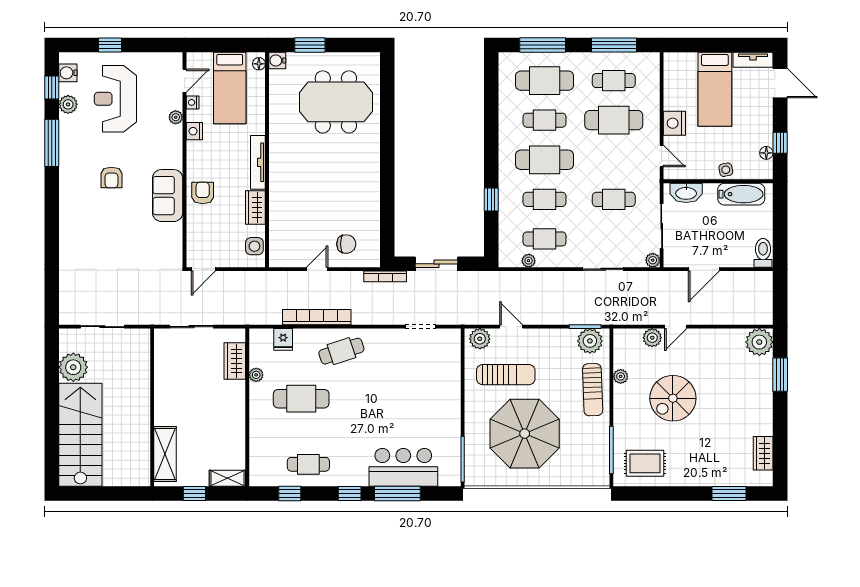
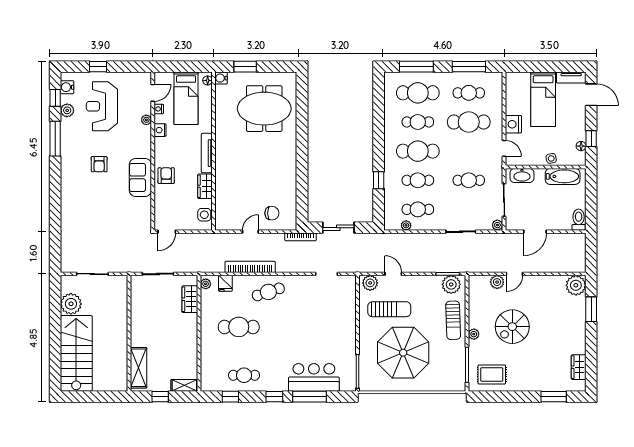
plant: (256, 375) -> (206, 284), moved
plant: (621, 376) -> (474, 334), moved

